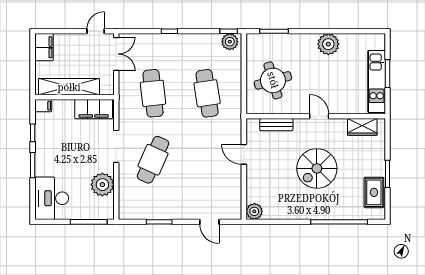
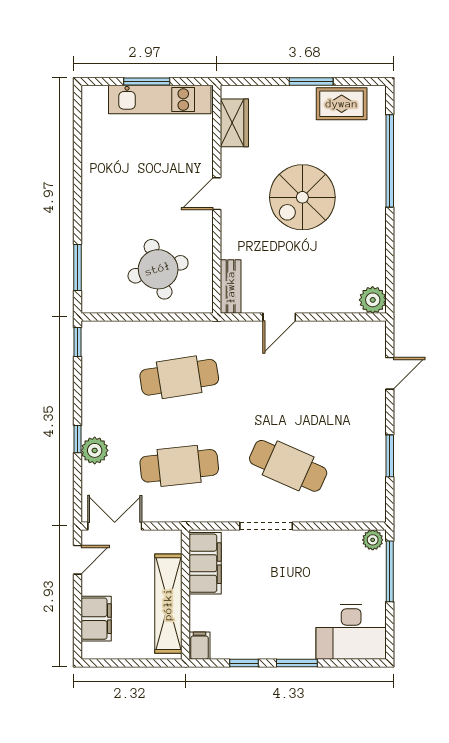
door: (96, 31) -> (77, 560), swing flipped
plant: (230, 42) -> (95, 450), moved
plant: (328, 44) -> (99, 179), removed
filing cabinet: (44, 47) -> (96, 619), moved, turned 90
bench: (276, 125) -> (231, 287), moved
spiral stairs: (317, 168) -> (302, 197), turned 90
plant: (102, 185) -> (373, 540), moved, width x0.53, depth x0.53

